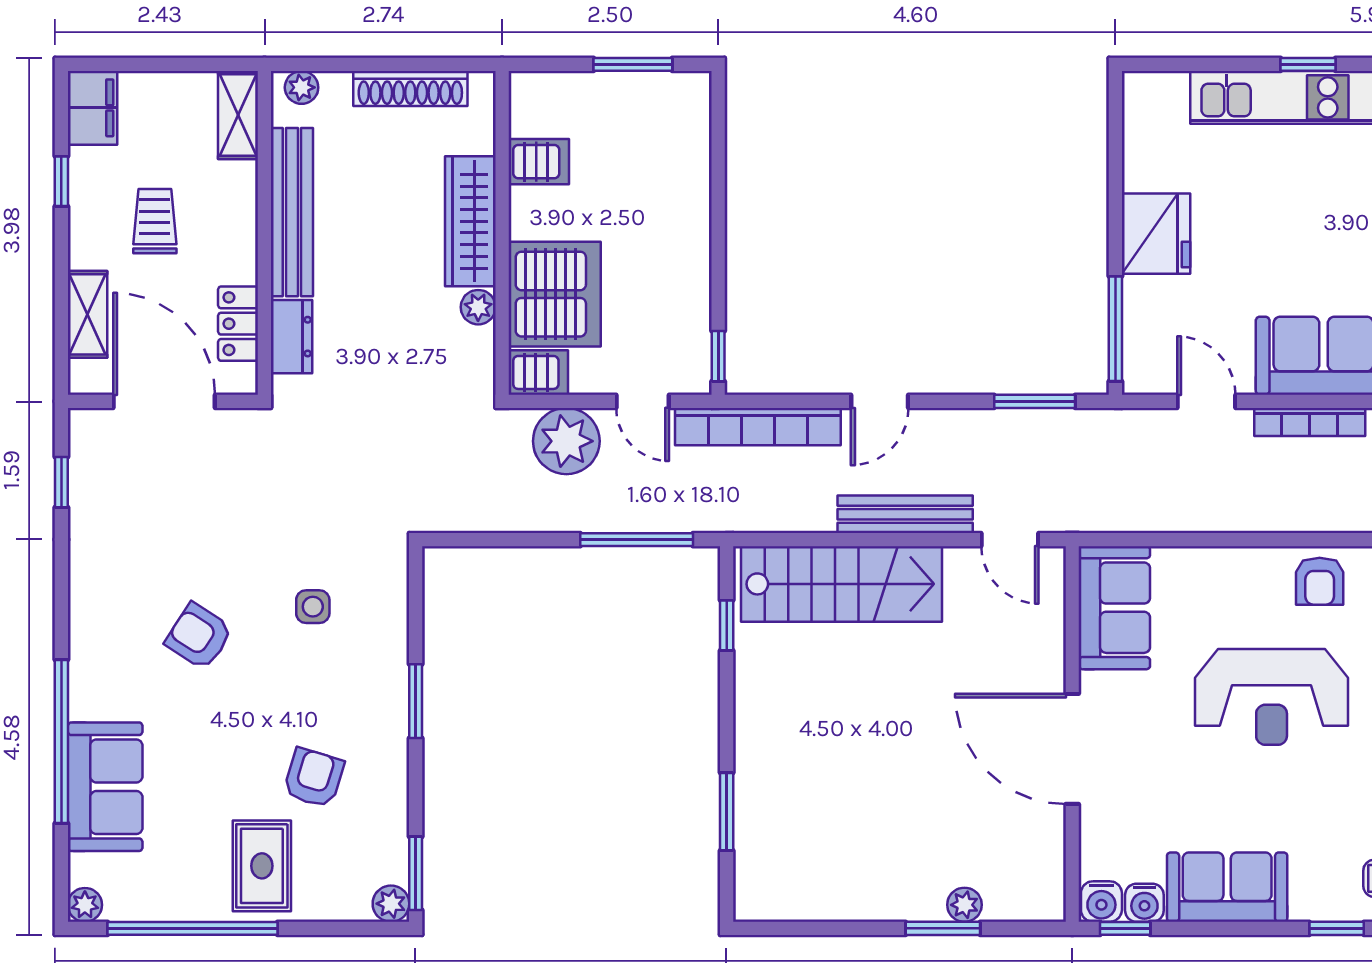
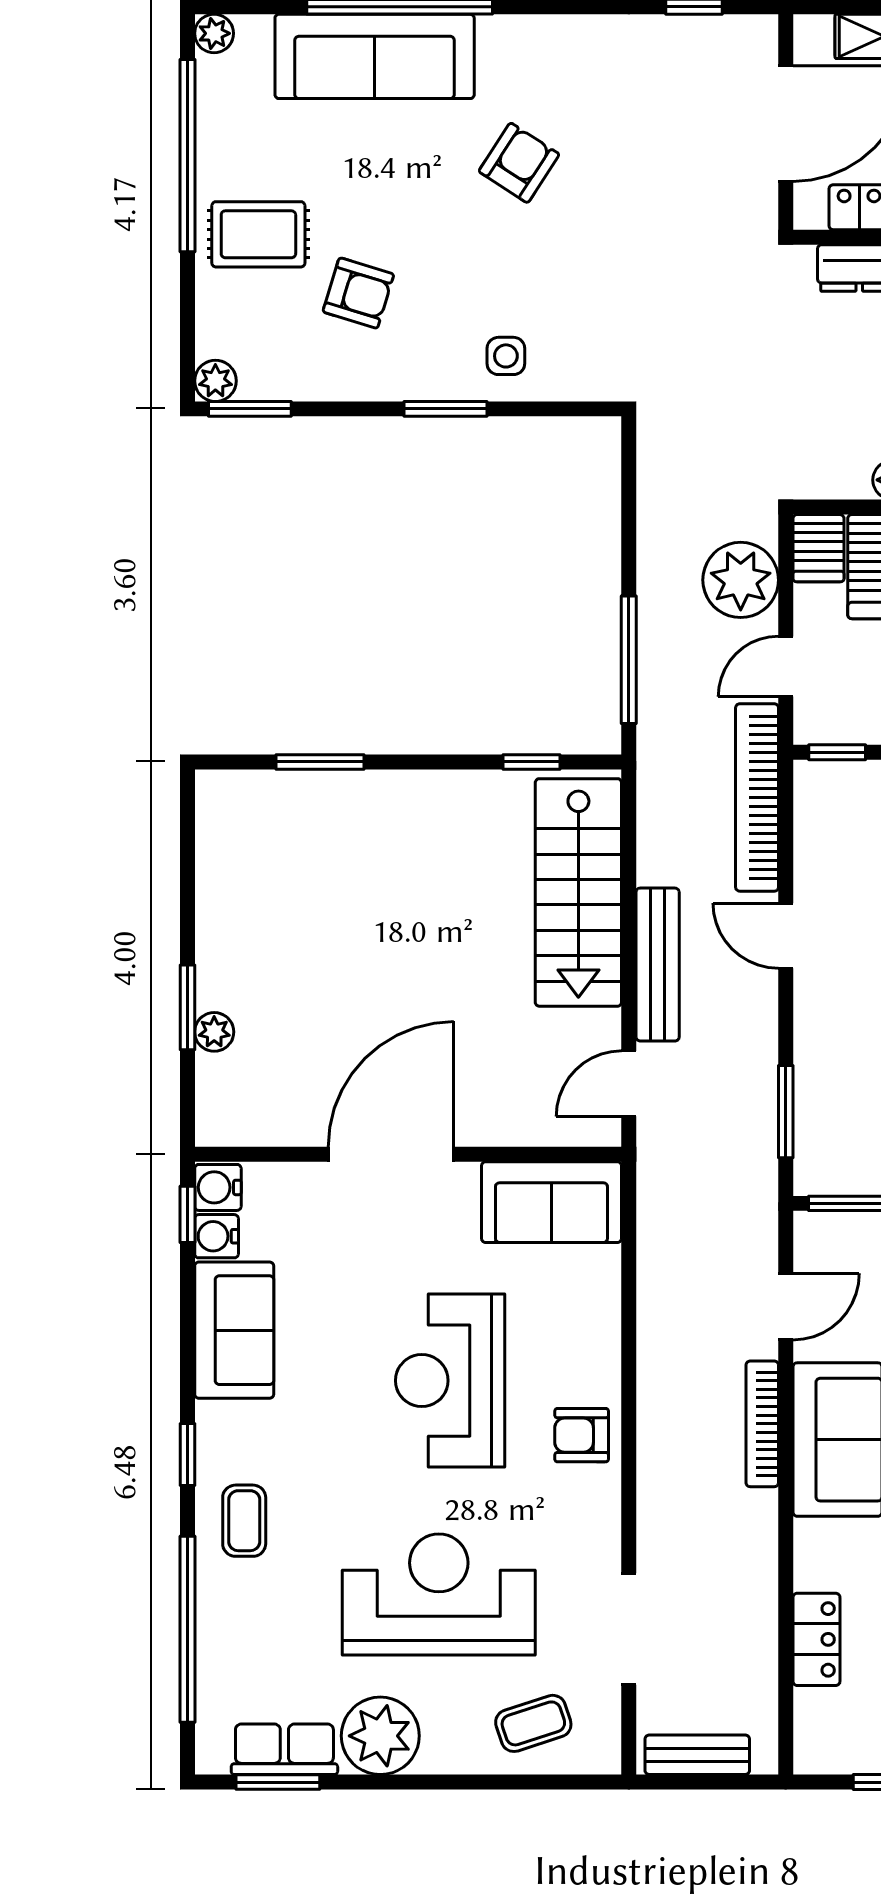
side table: (313, 607) -> (506, 356), moved
sofa: (105, 787) -> (375, 56), width x1.36

